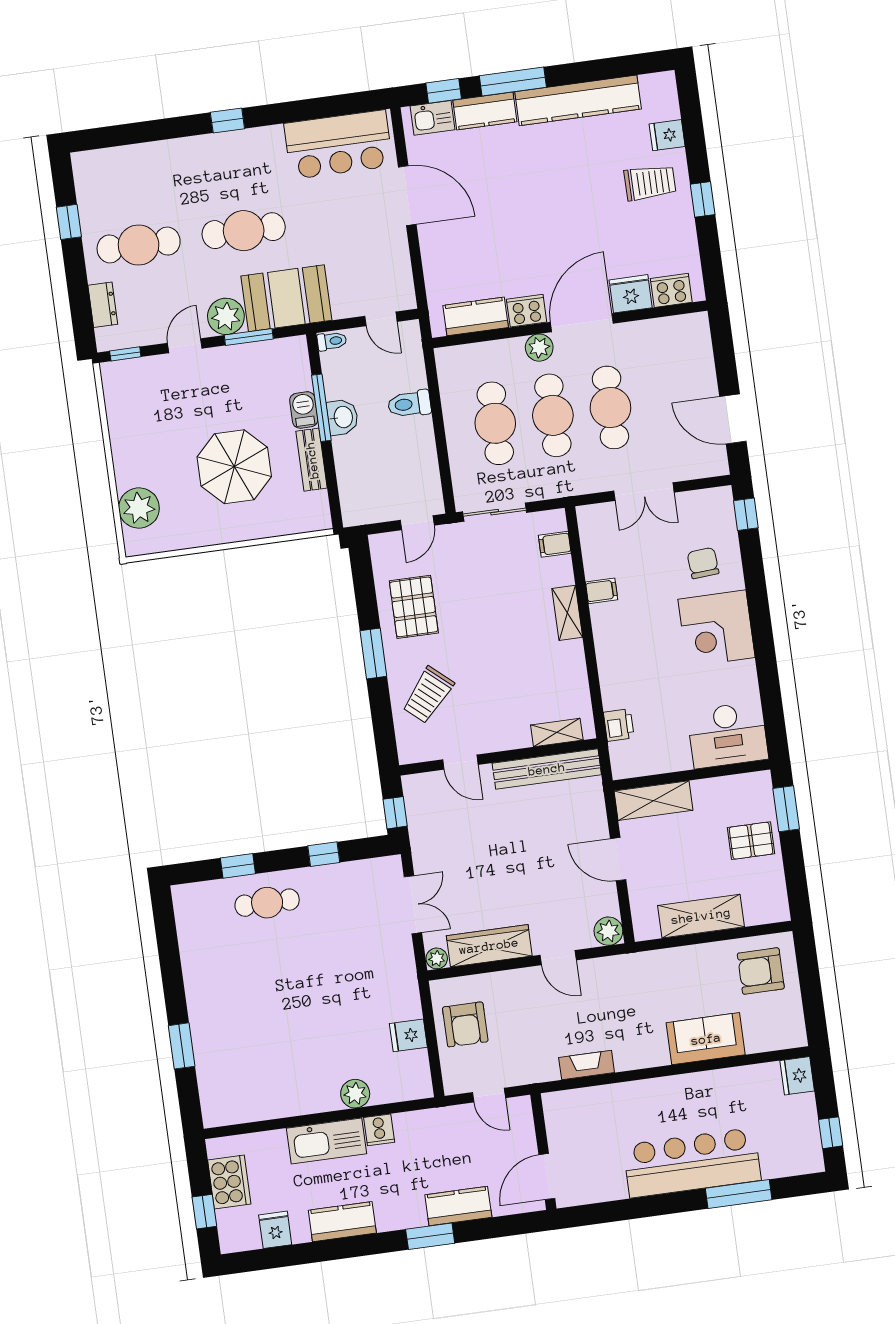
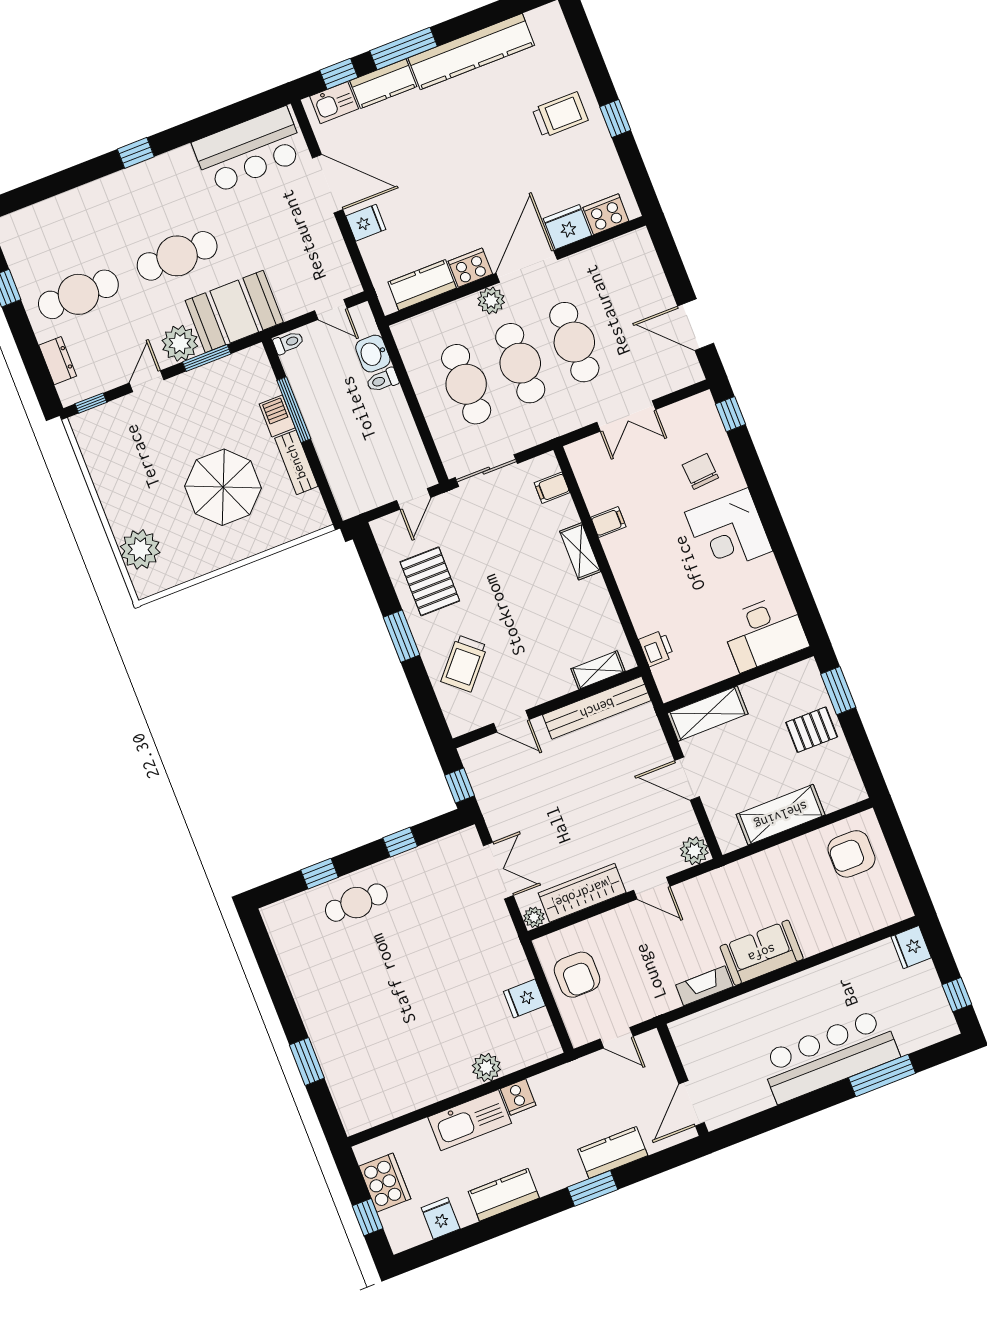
fridge: (667, 135) -> (366, 223), moved, turned 180
toilet: (409, 404) -> (383, 380), width x0.73, depth x0.72
washbasin: (342, 417) -> (373, 354), moved, turned 180
sofa: (706, 1039) -> (762, 953), moved

